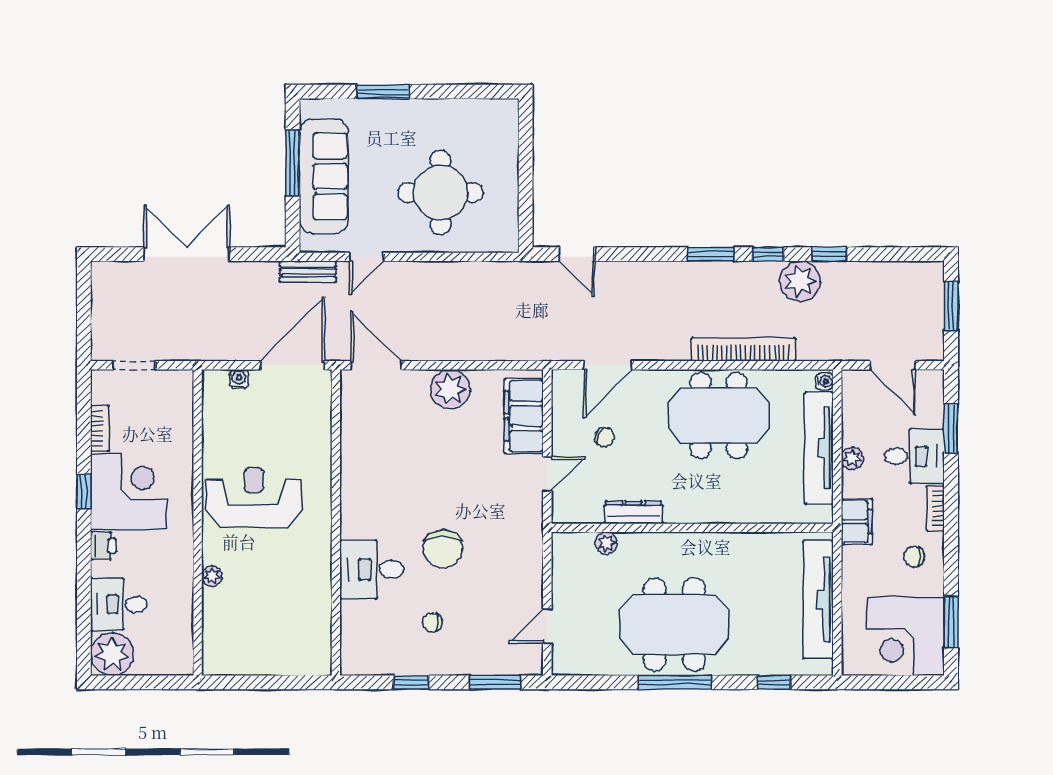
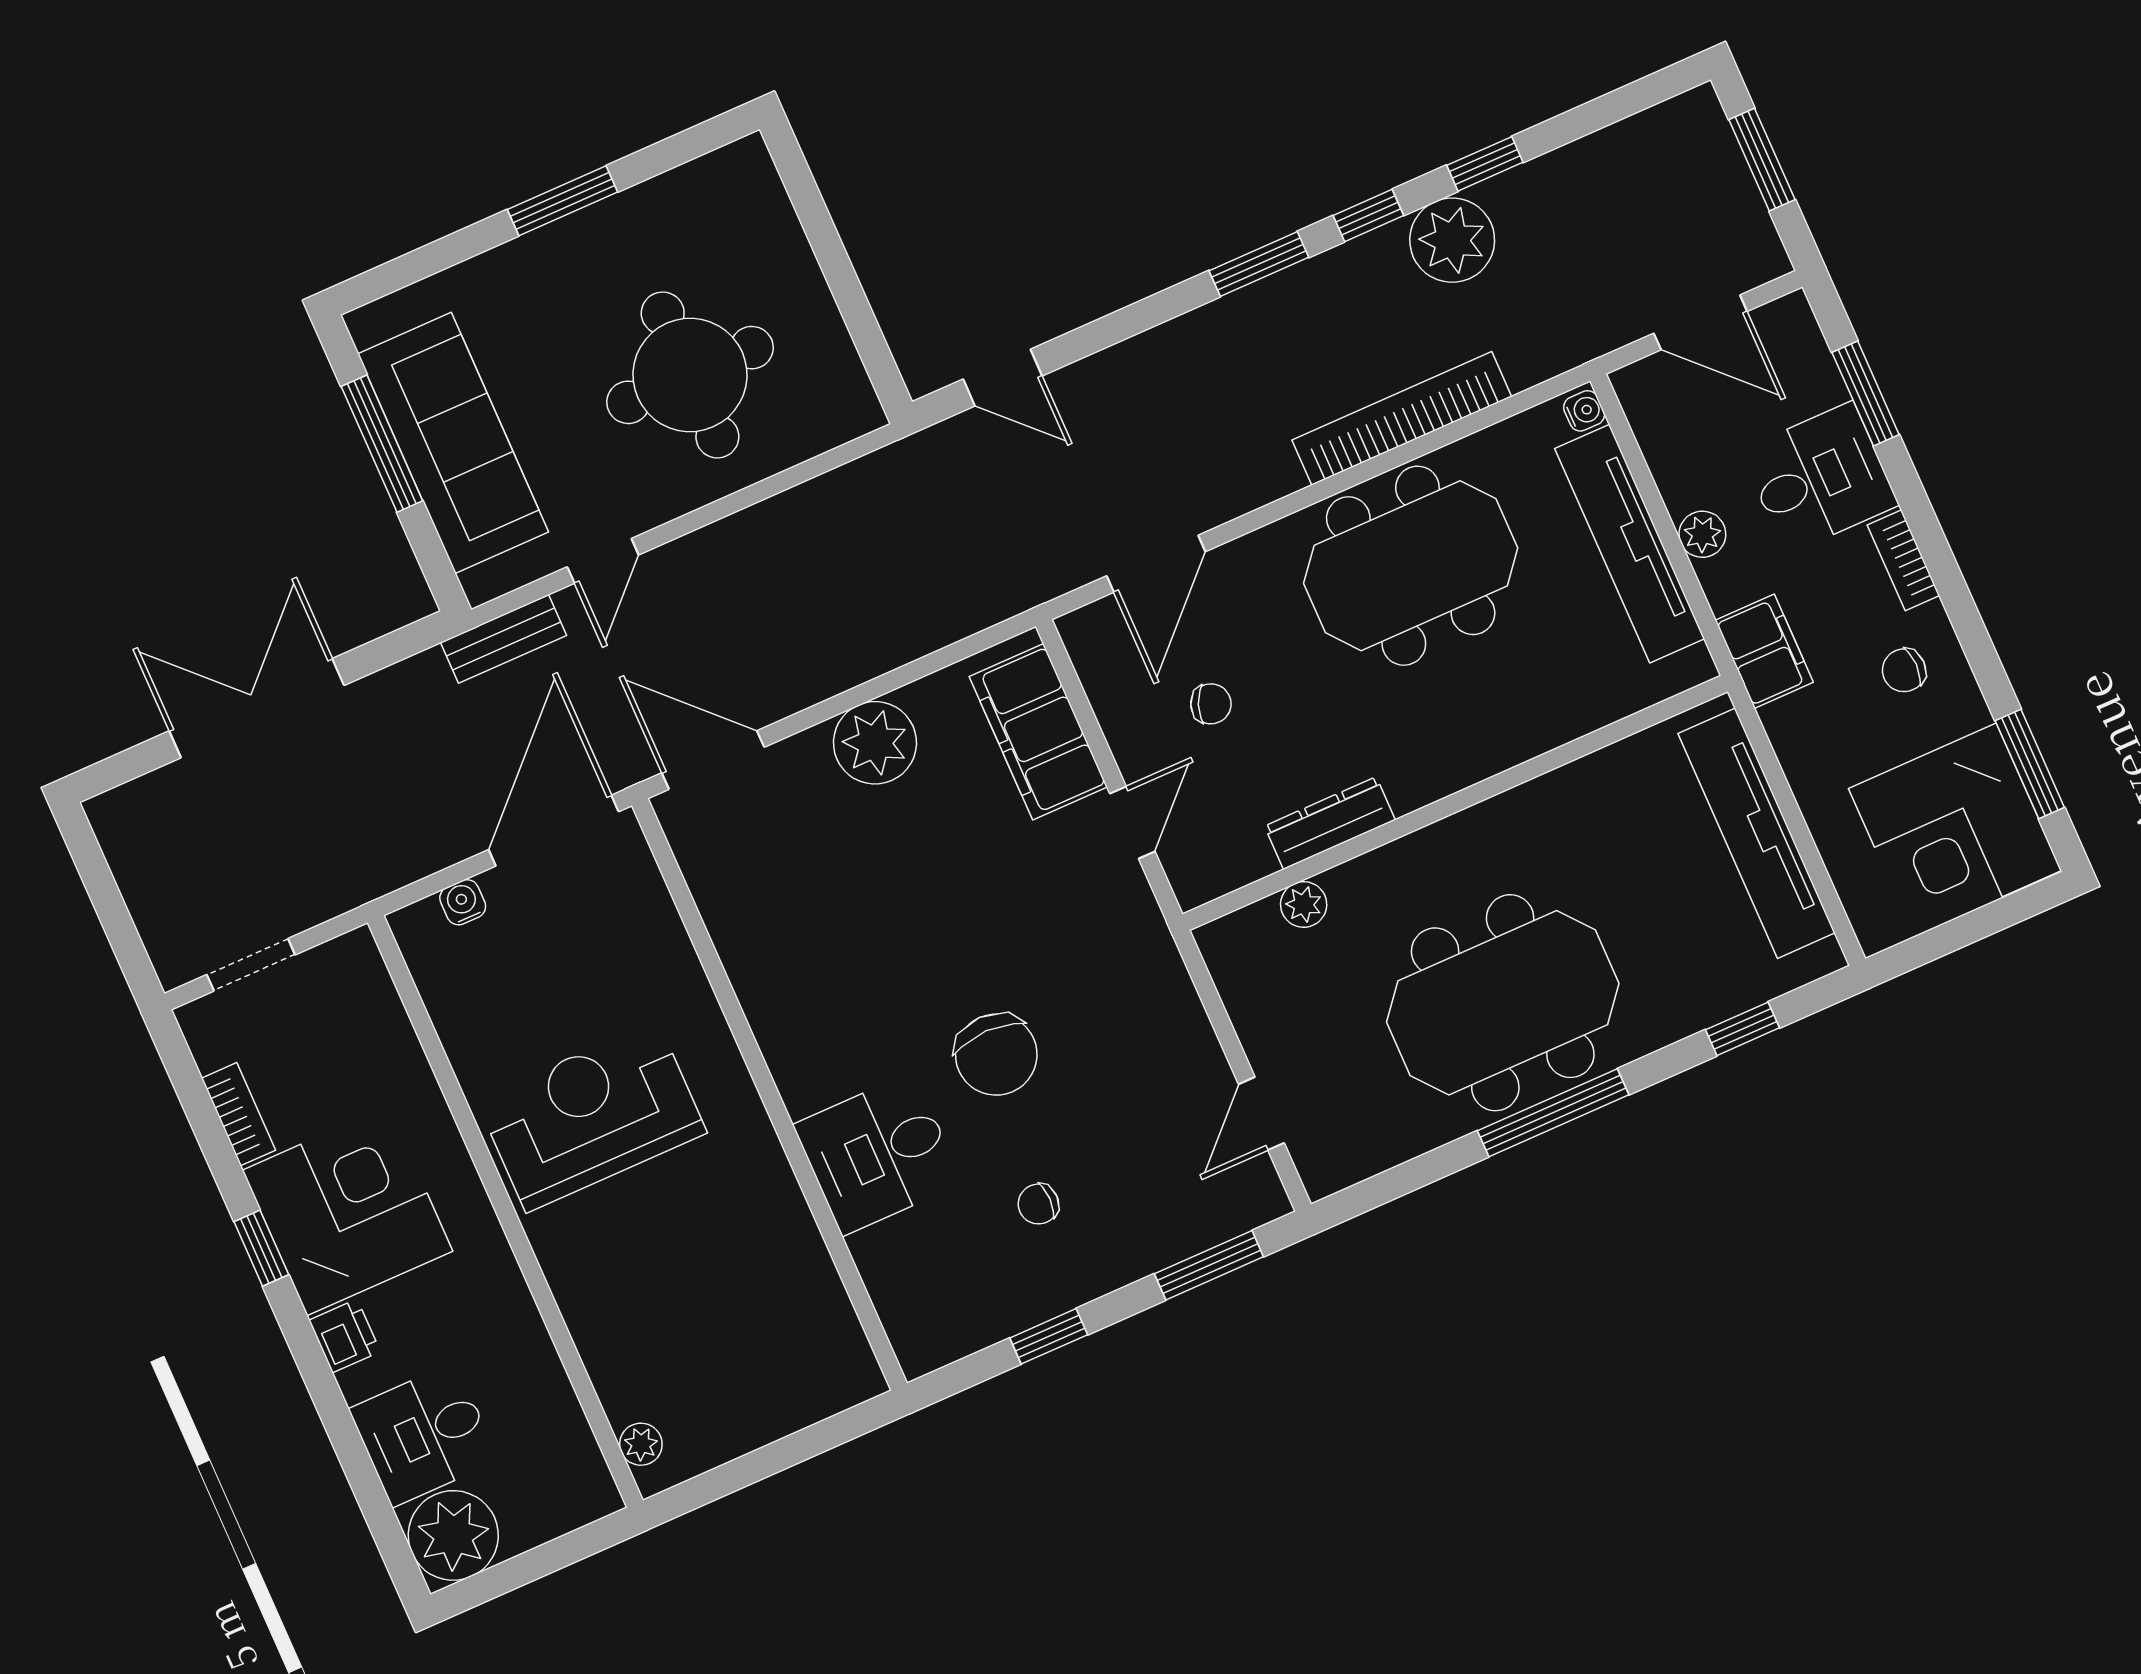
window: (383, 92) -> (563, 201), moved
plant: (212, 576) -> (641, 1444), moved

